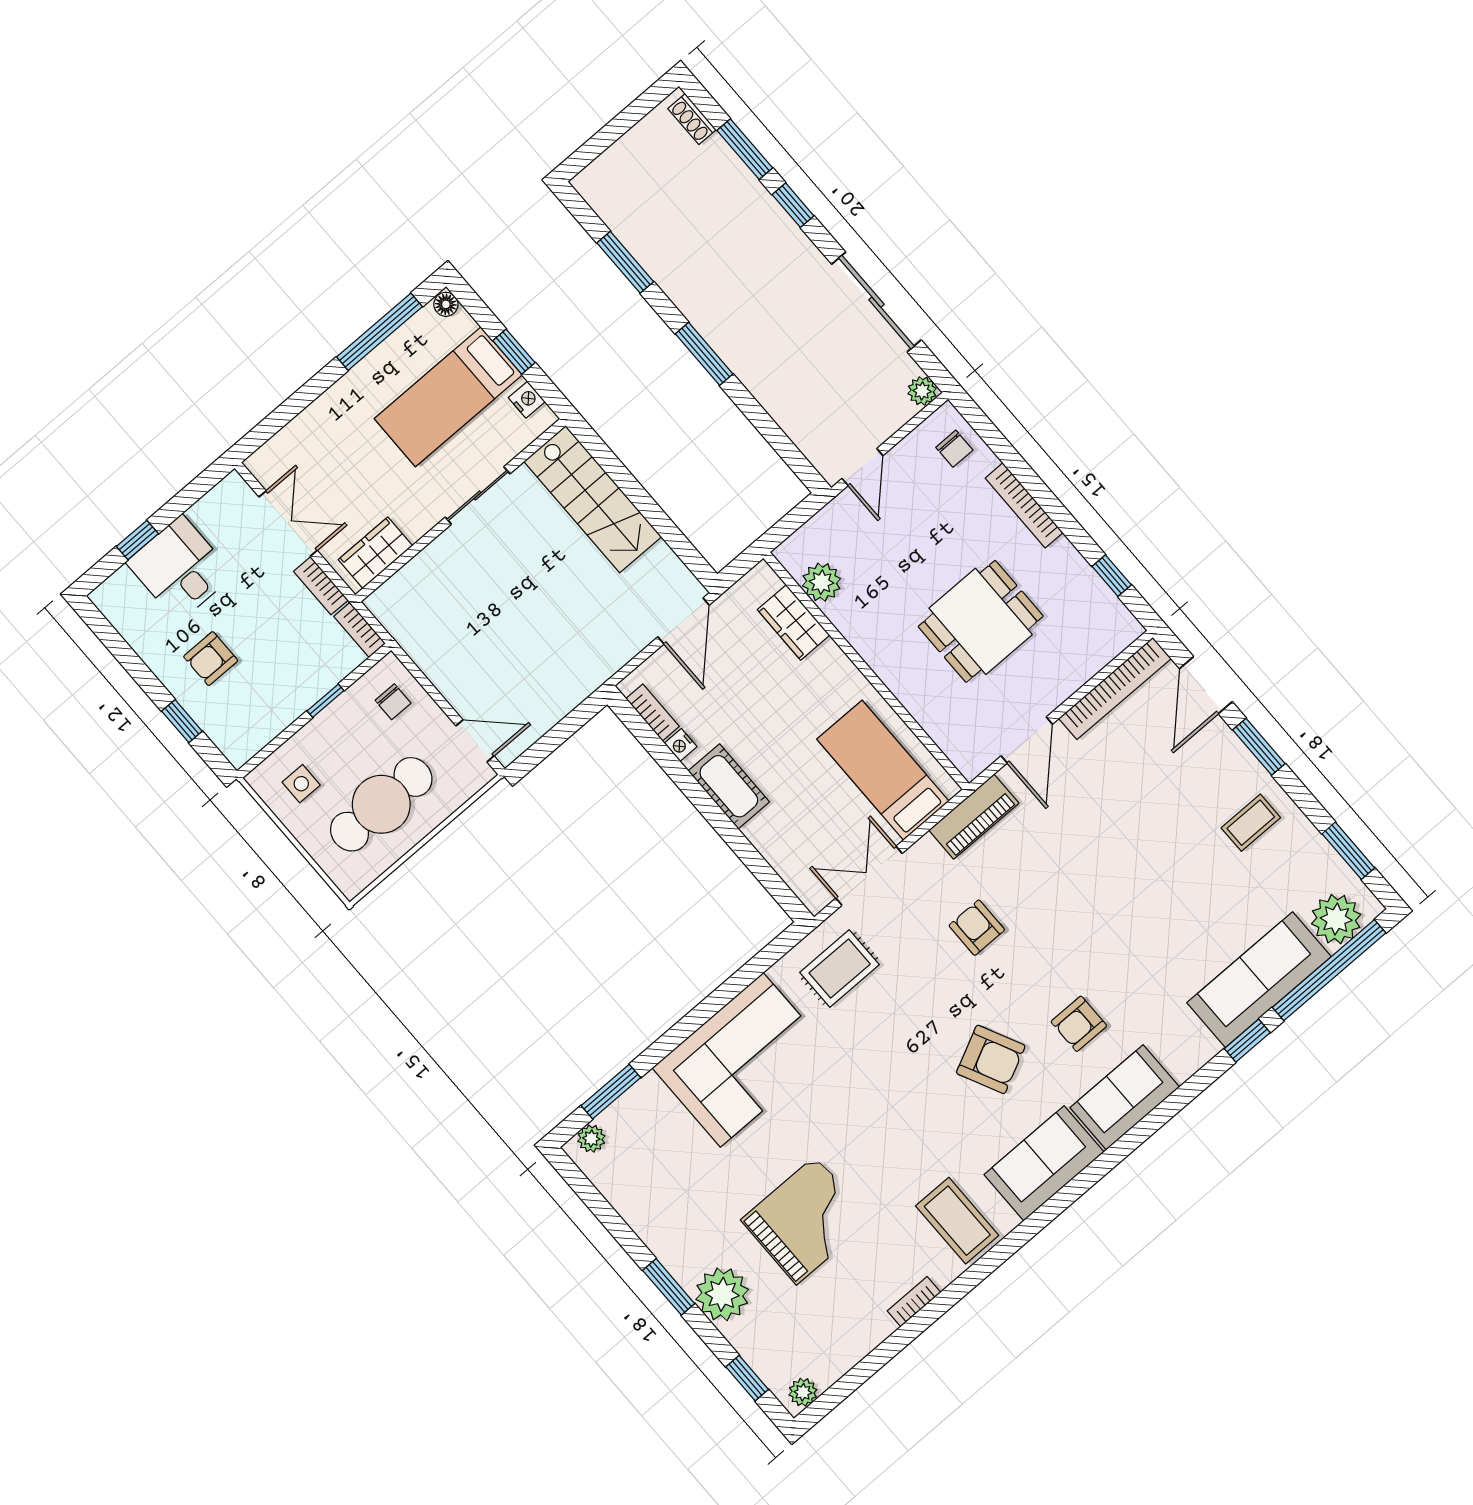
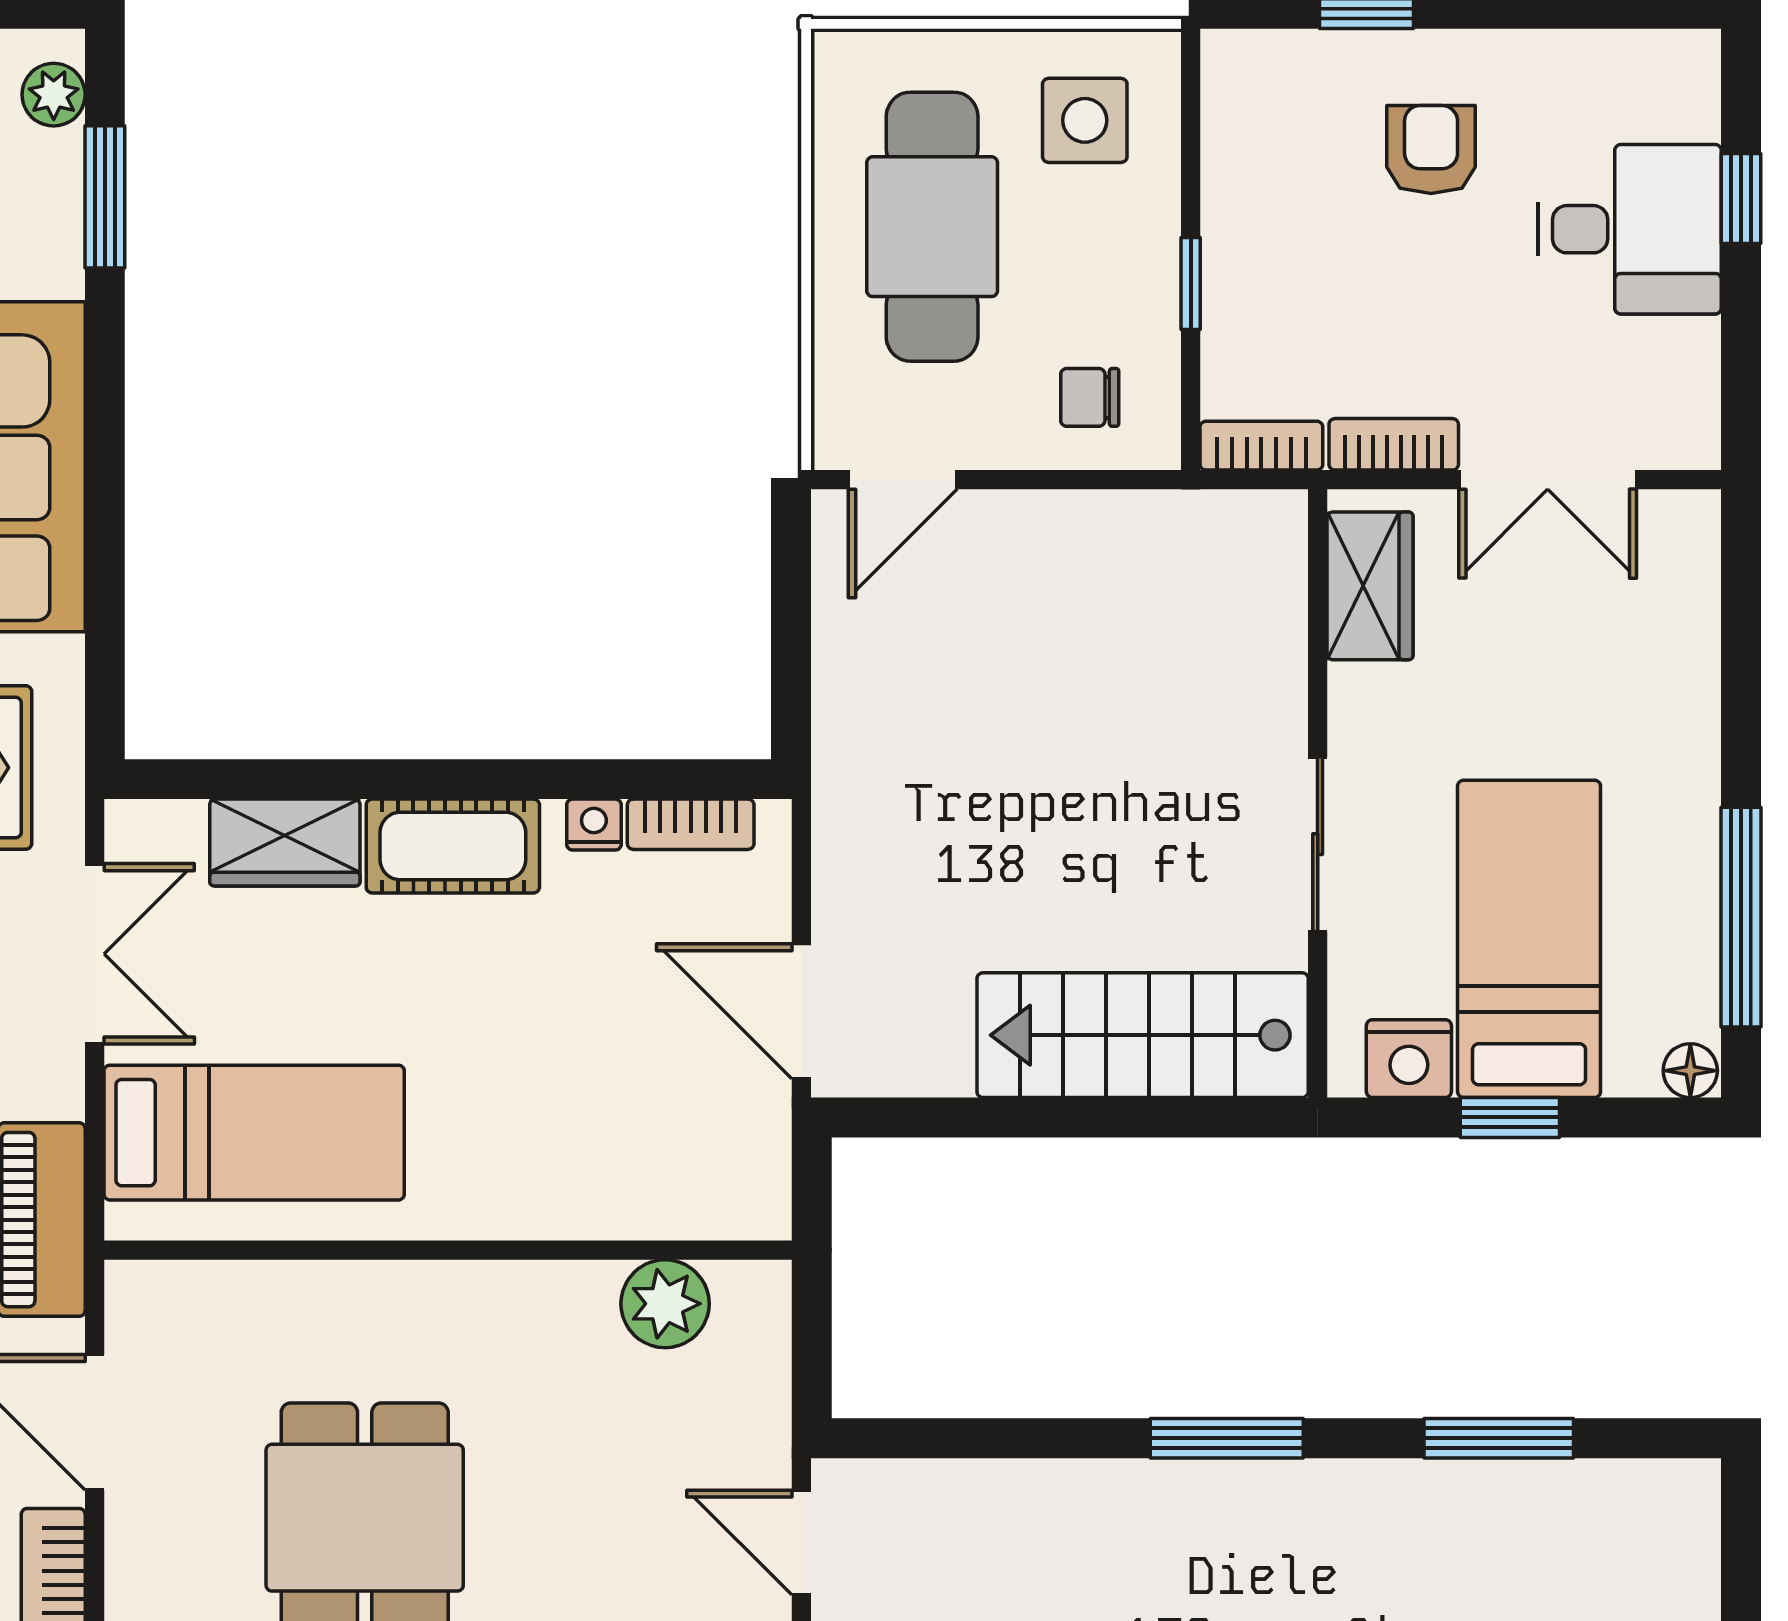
nightstand: (527, 400) -> (1409, 1059), width x1.39, depth x1.35
wardrobe: (794, 622) -> (285, 843), moved, turned 180
side table: (301, 784) -> (1085, 120), width x1.37, depth x1.37

